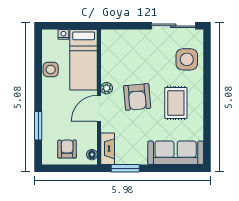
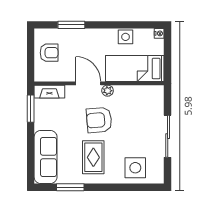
sliding door: (173, 26) -> (168, 136), moved
nightstand: (63, 34) -> (159, 33), moved
rug: (176, 103) -> (93, 157), turned 90
window: (207, 127) -> (70, 187), added
floor lamp: (92, 155) -> (44, 77), removed

